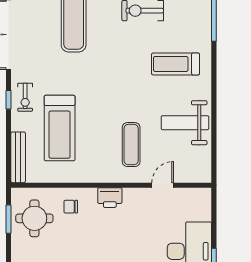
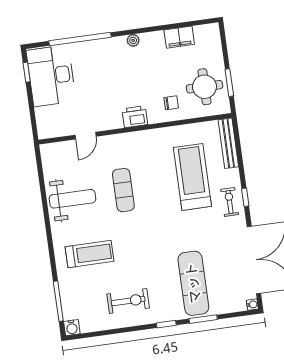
exercise mat: (131, 145) -> (123, 190), moved

